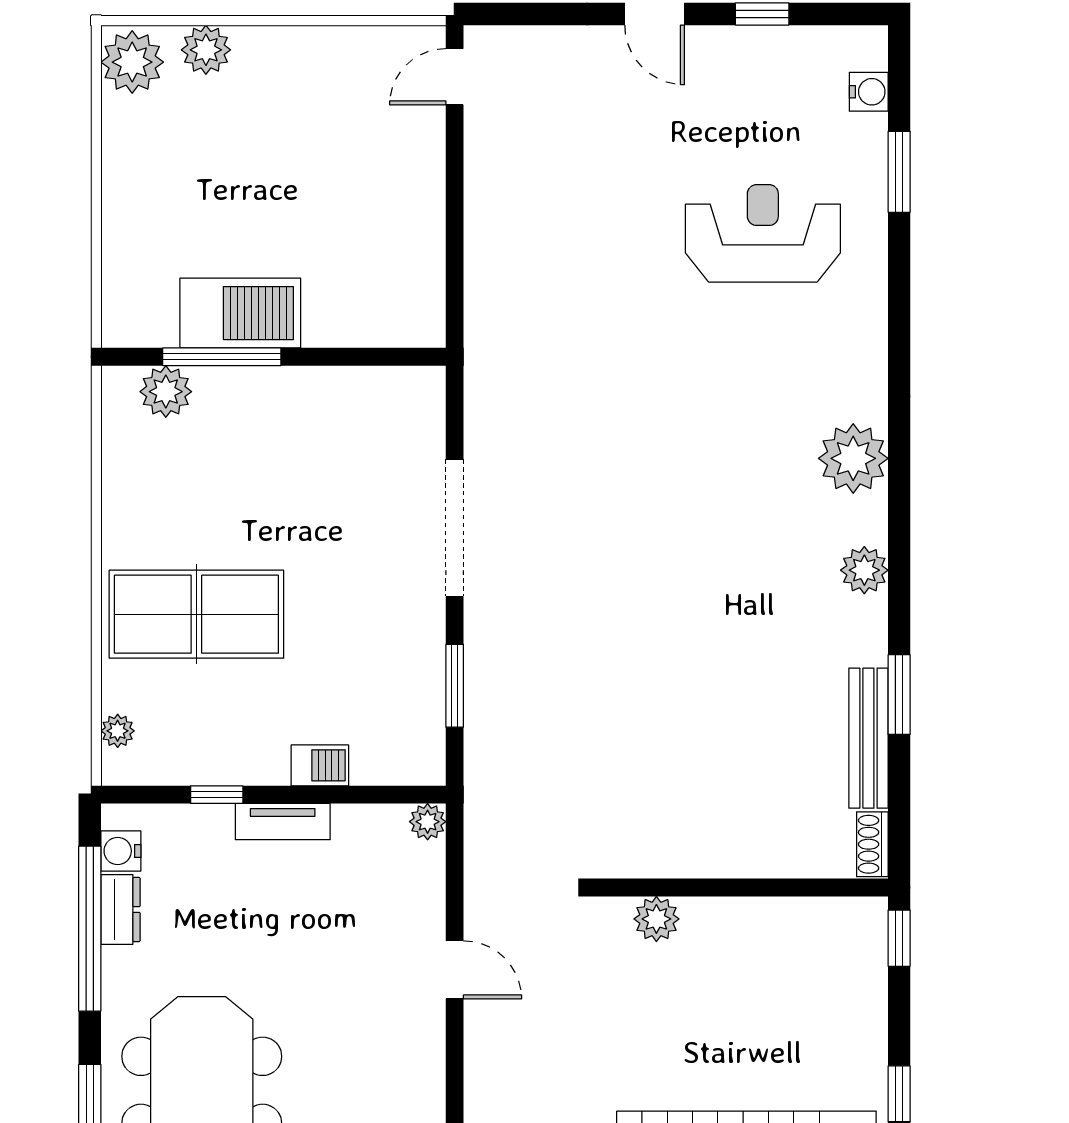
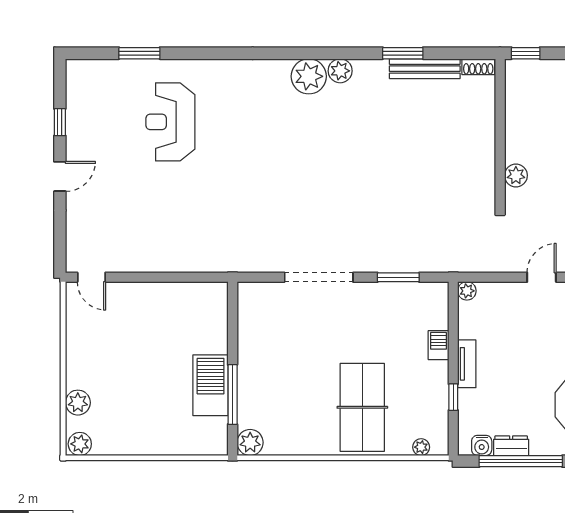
plant: (132, 62) -> (80, 444), width x0.73, depth x0.73
water cooler: (869, 92) -> (99, 69), removed
plant: (166, 392) -> (250, 442), moved
plant: (853, 458) -> (309, 76), moved

